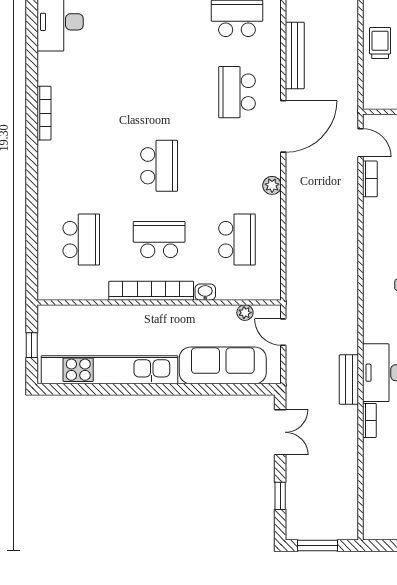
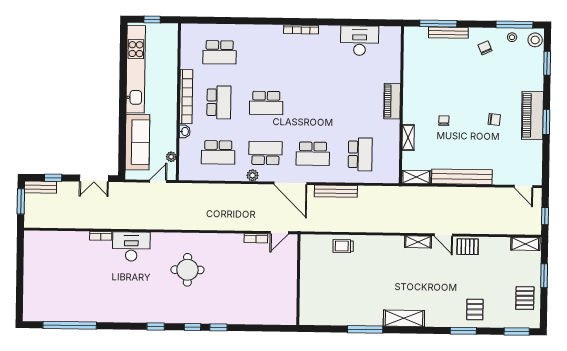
trolley: (380, 43) -> (343, 246), turned 180
school desk: (237, 92) -> (313, 154), turned 180
school desk: (237, 166) -> (266, 153), added
bench: (349, 380) -> (40, 187), moved

